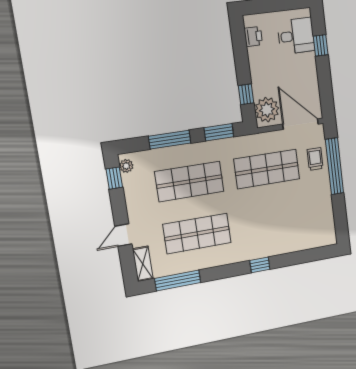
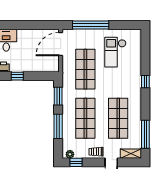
window: (321, 45) -> (14, 25), removed
window: (246, 94) -> (17, 76), moved
plant: (267, 110) -> (49, 64), removed
trolley: (315, 159) -> (96, 152), moved
checkout: (299, 211) -> (115, 52), added

